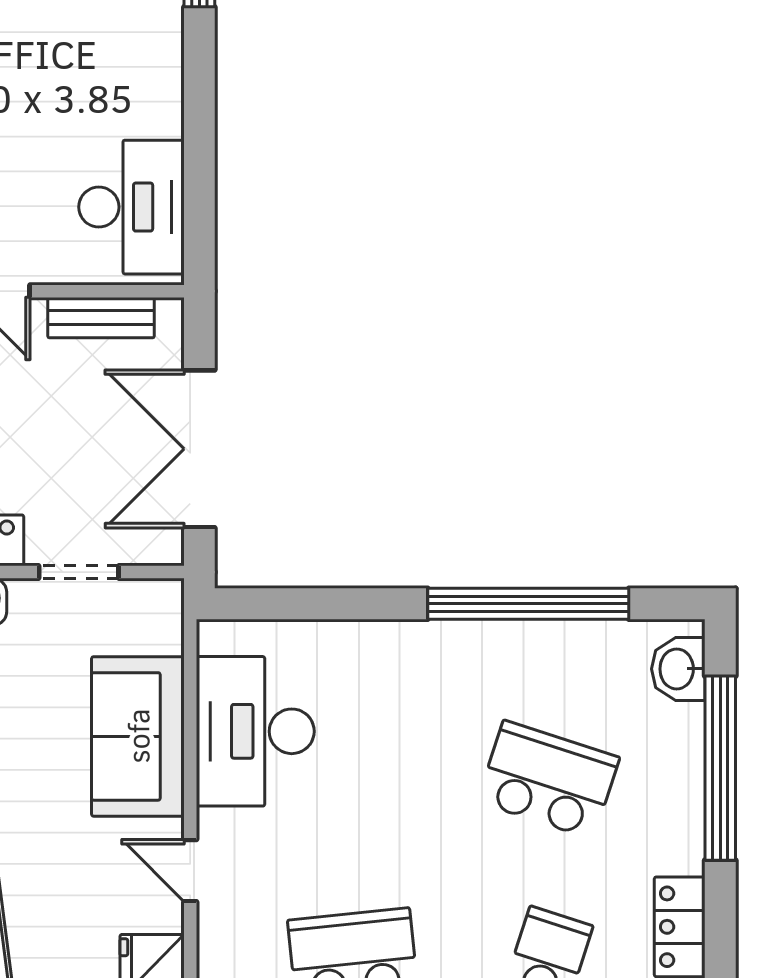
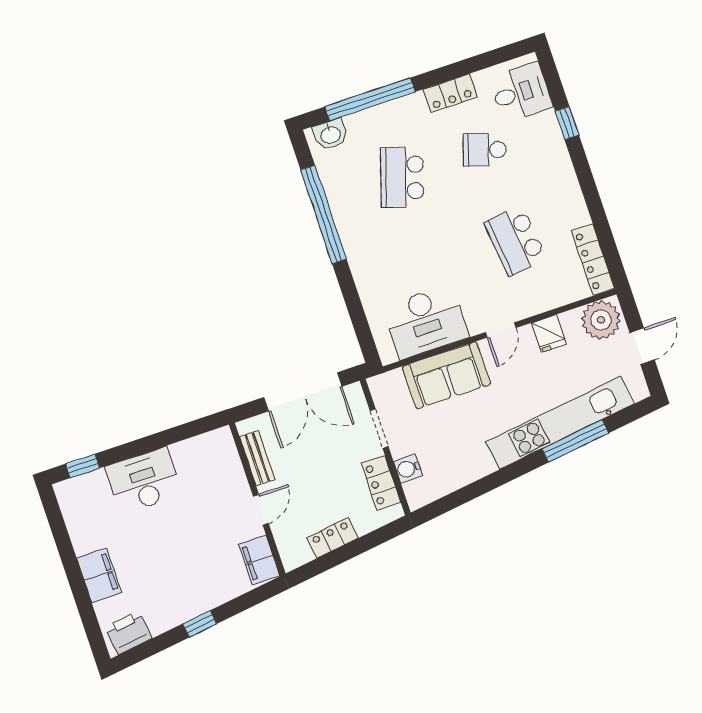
desk: (131, 207) -> (144, 481), moved

